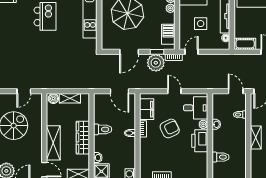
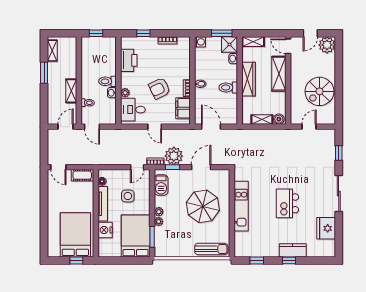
shelving: (256, 138) -> (71, 91), moved
printer: (200, 141) -> (129, 60), moved
toilet: (221, 157) -> (107, 81), moved

